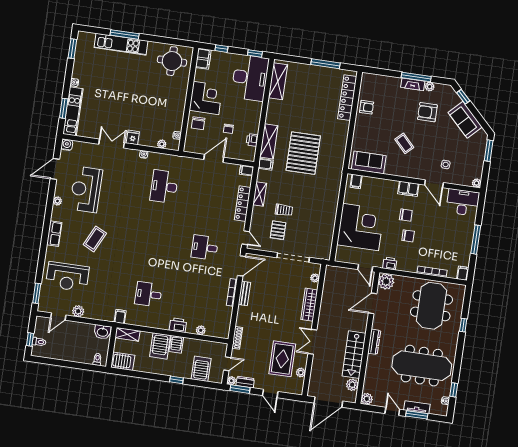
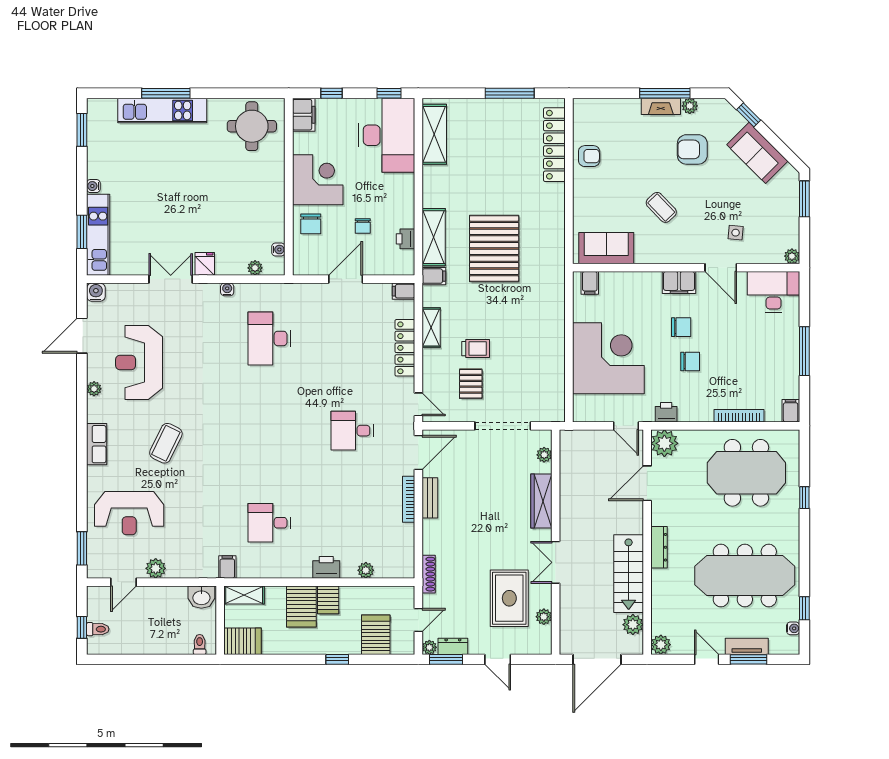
meeting table: (431, 306) -> (746, 473), turned 90

